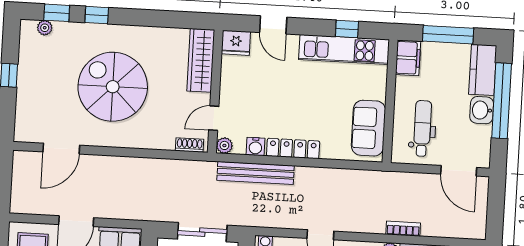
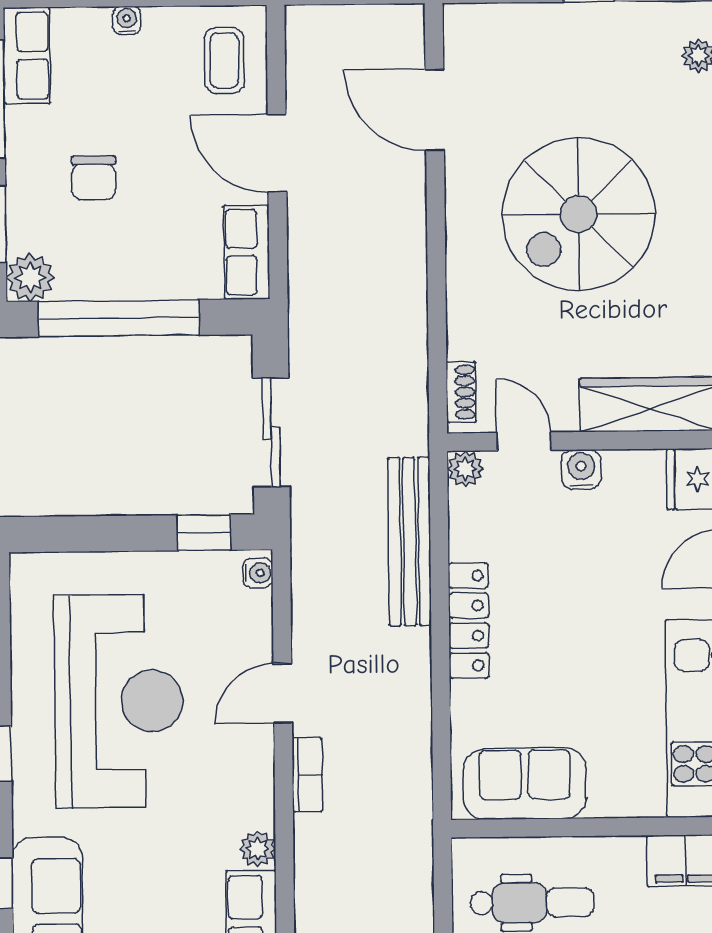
spiral stairs: (113, 87) -> (578, 214), turned 180
water cooler: (255, 146) -> (581, 469), moved, turned 90
bookcase: (403, 229) -> (307, 775), moved

